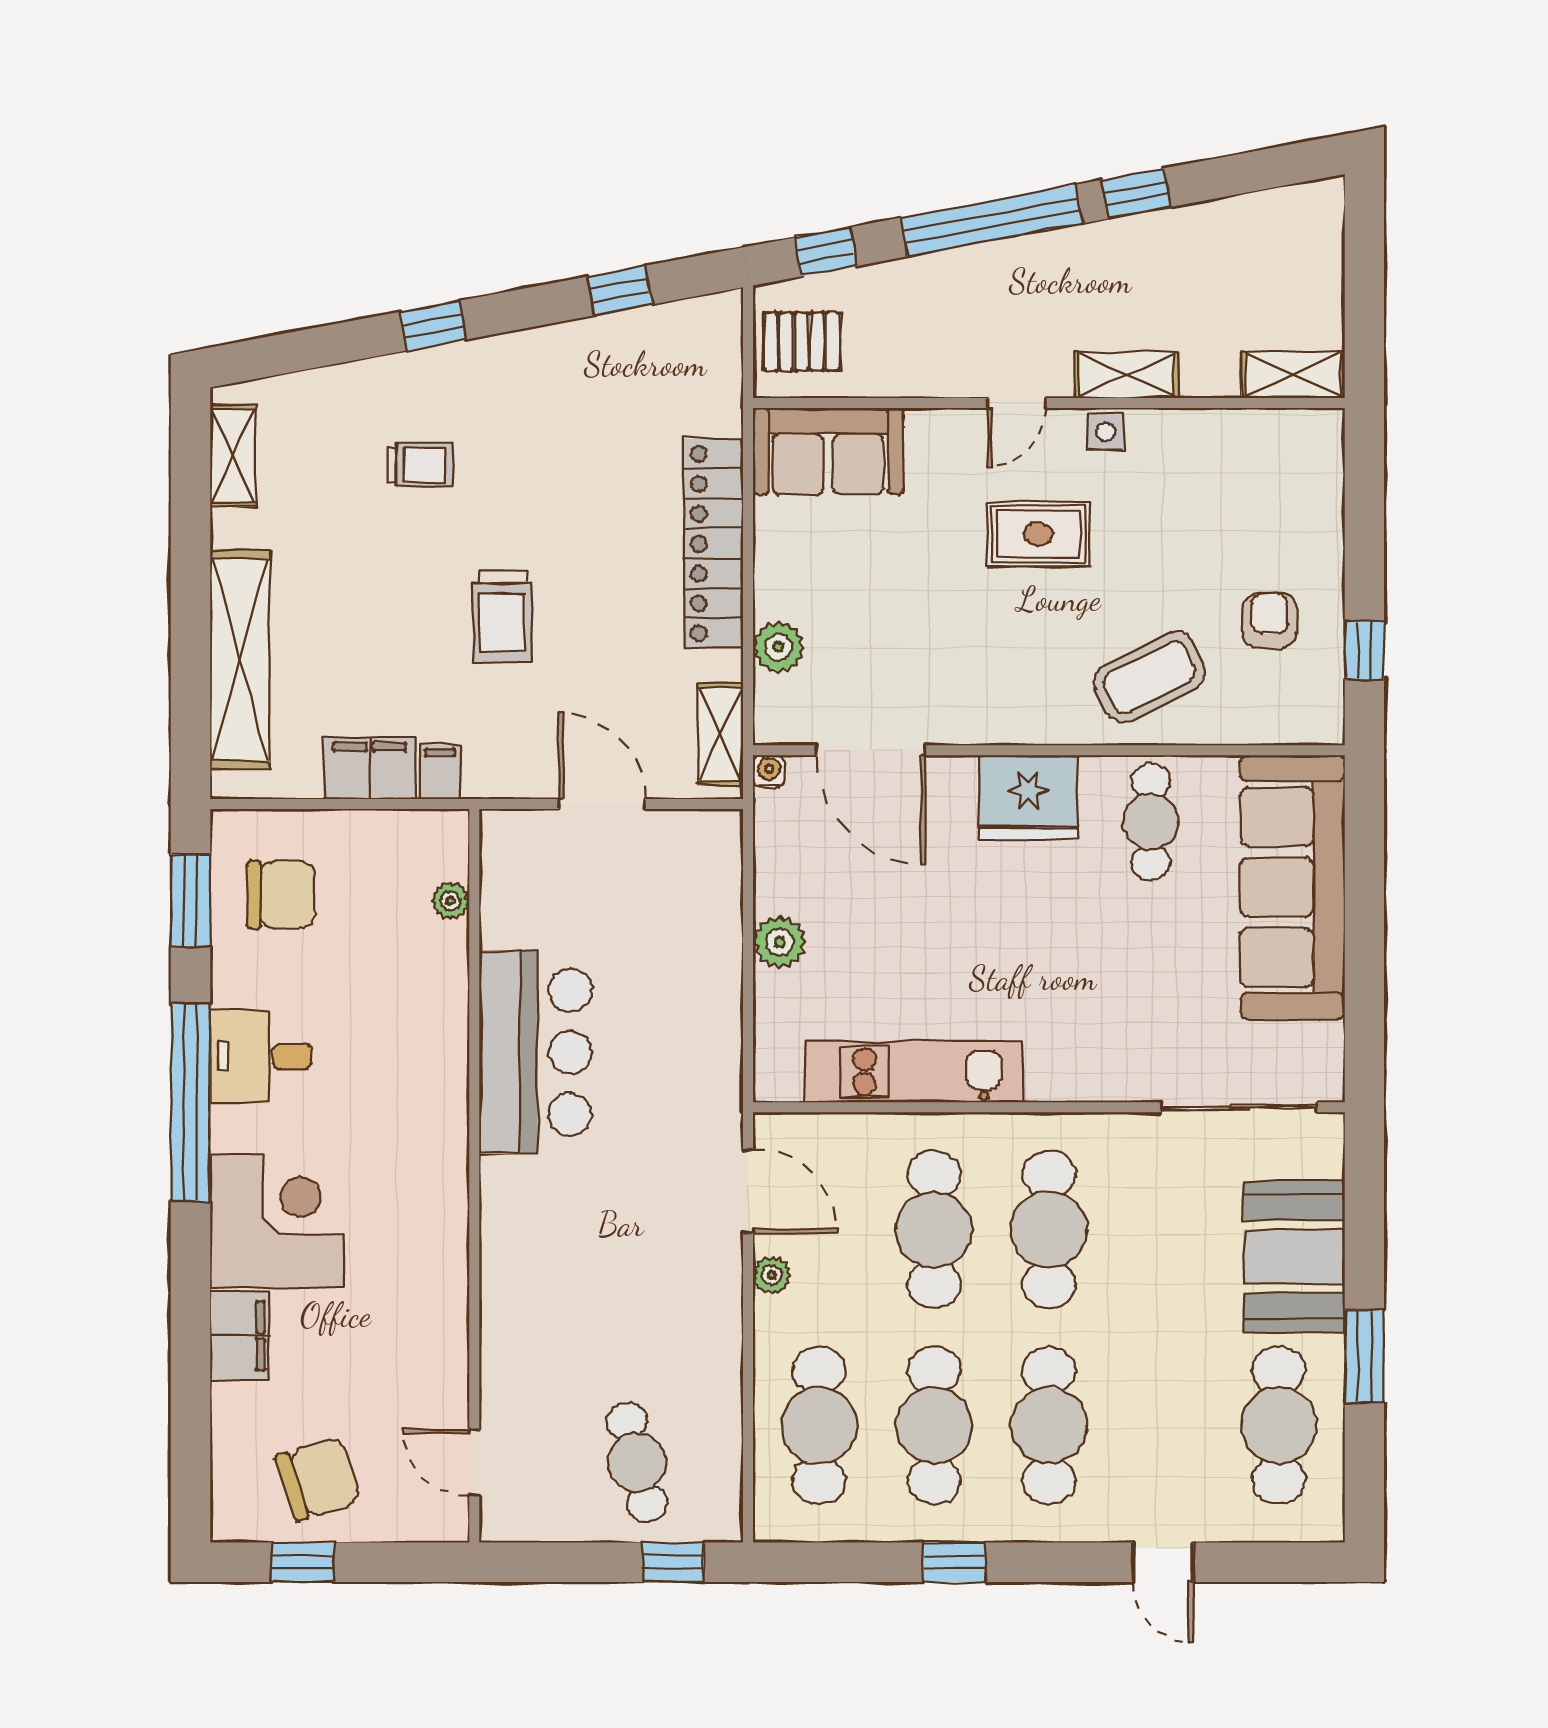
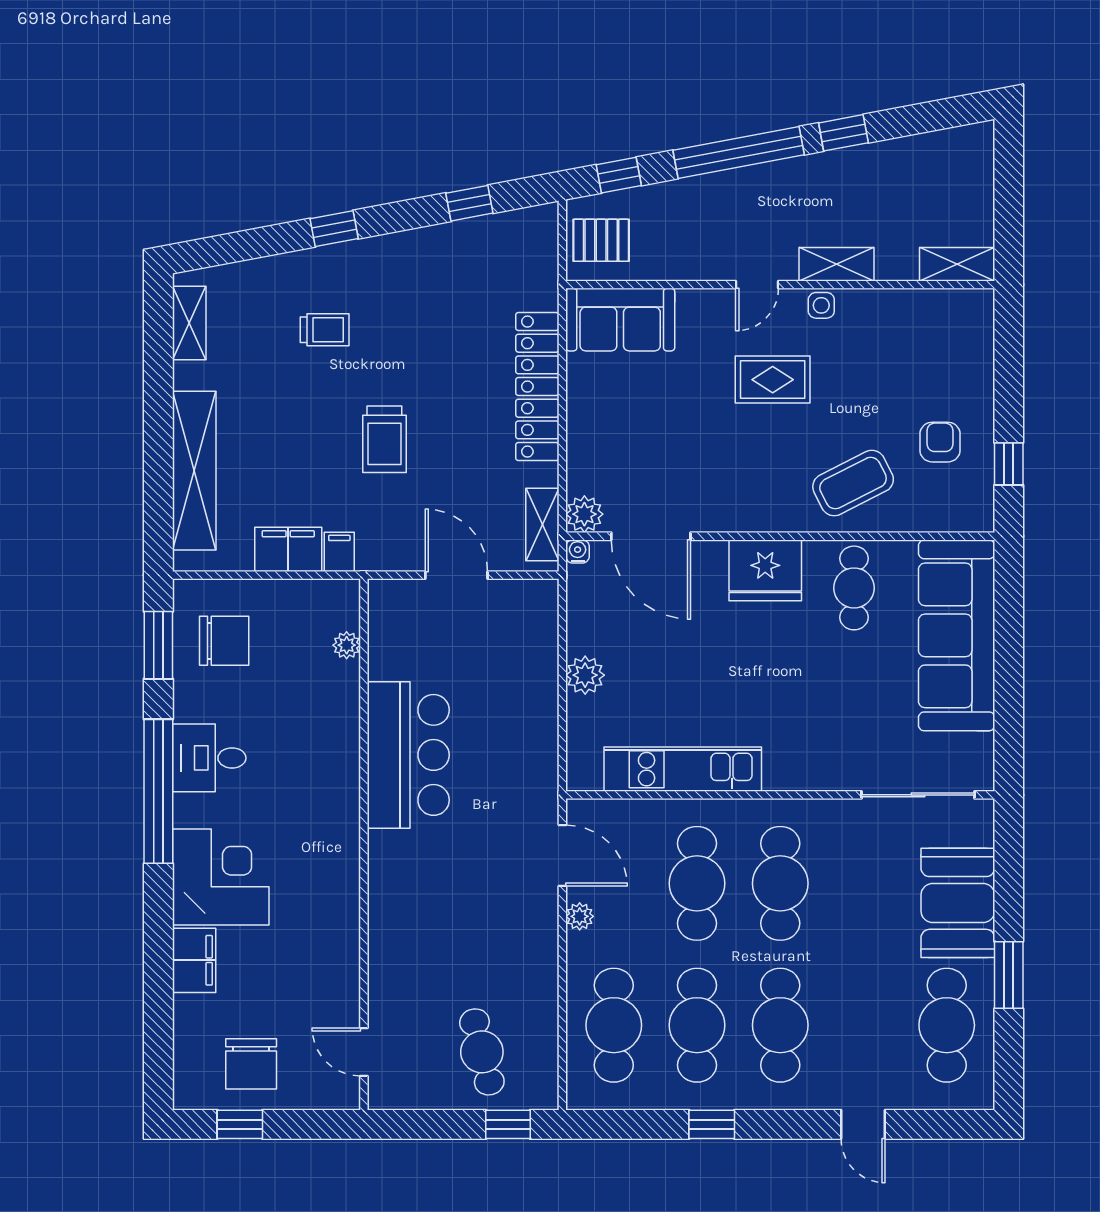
plant: (779, 647) -> (584, 514), moved
chair: (318, 1479) -> (251, 1064), turned 108

